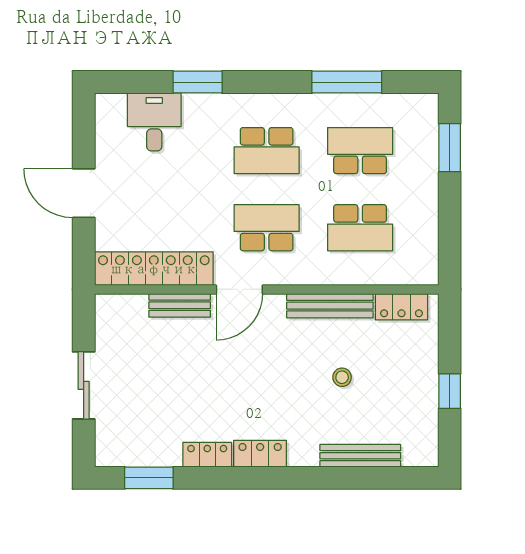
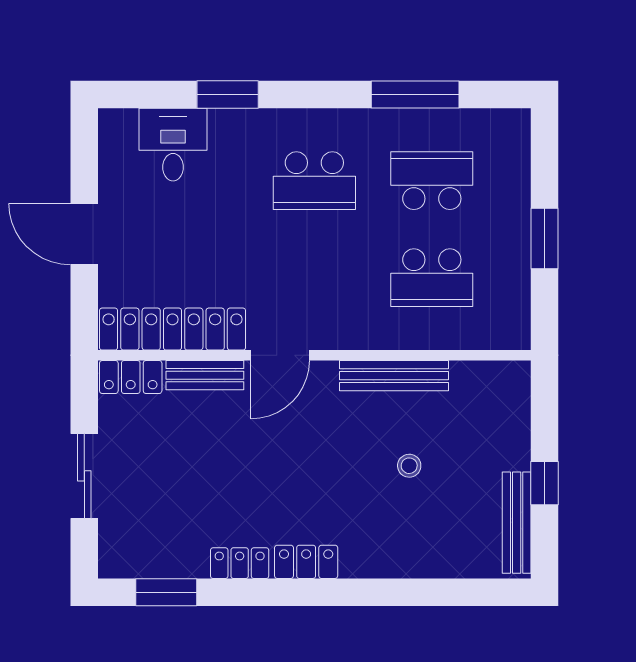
window: (450, 148) -> (544, 239), moved
school desk: (267, 228) -> (314, 278), removed
locker: (401, 307) -> (131, 377), moved
bench: (360, 456) -> (517, 523), moved, turned 90

